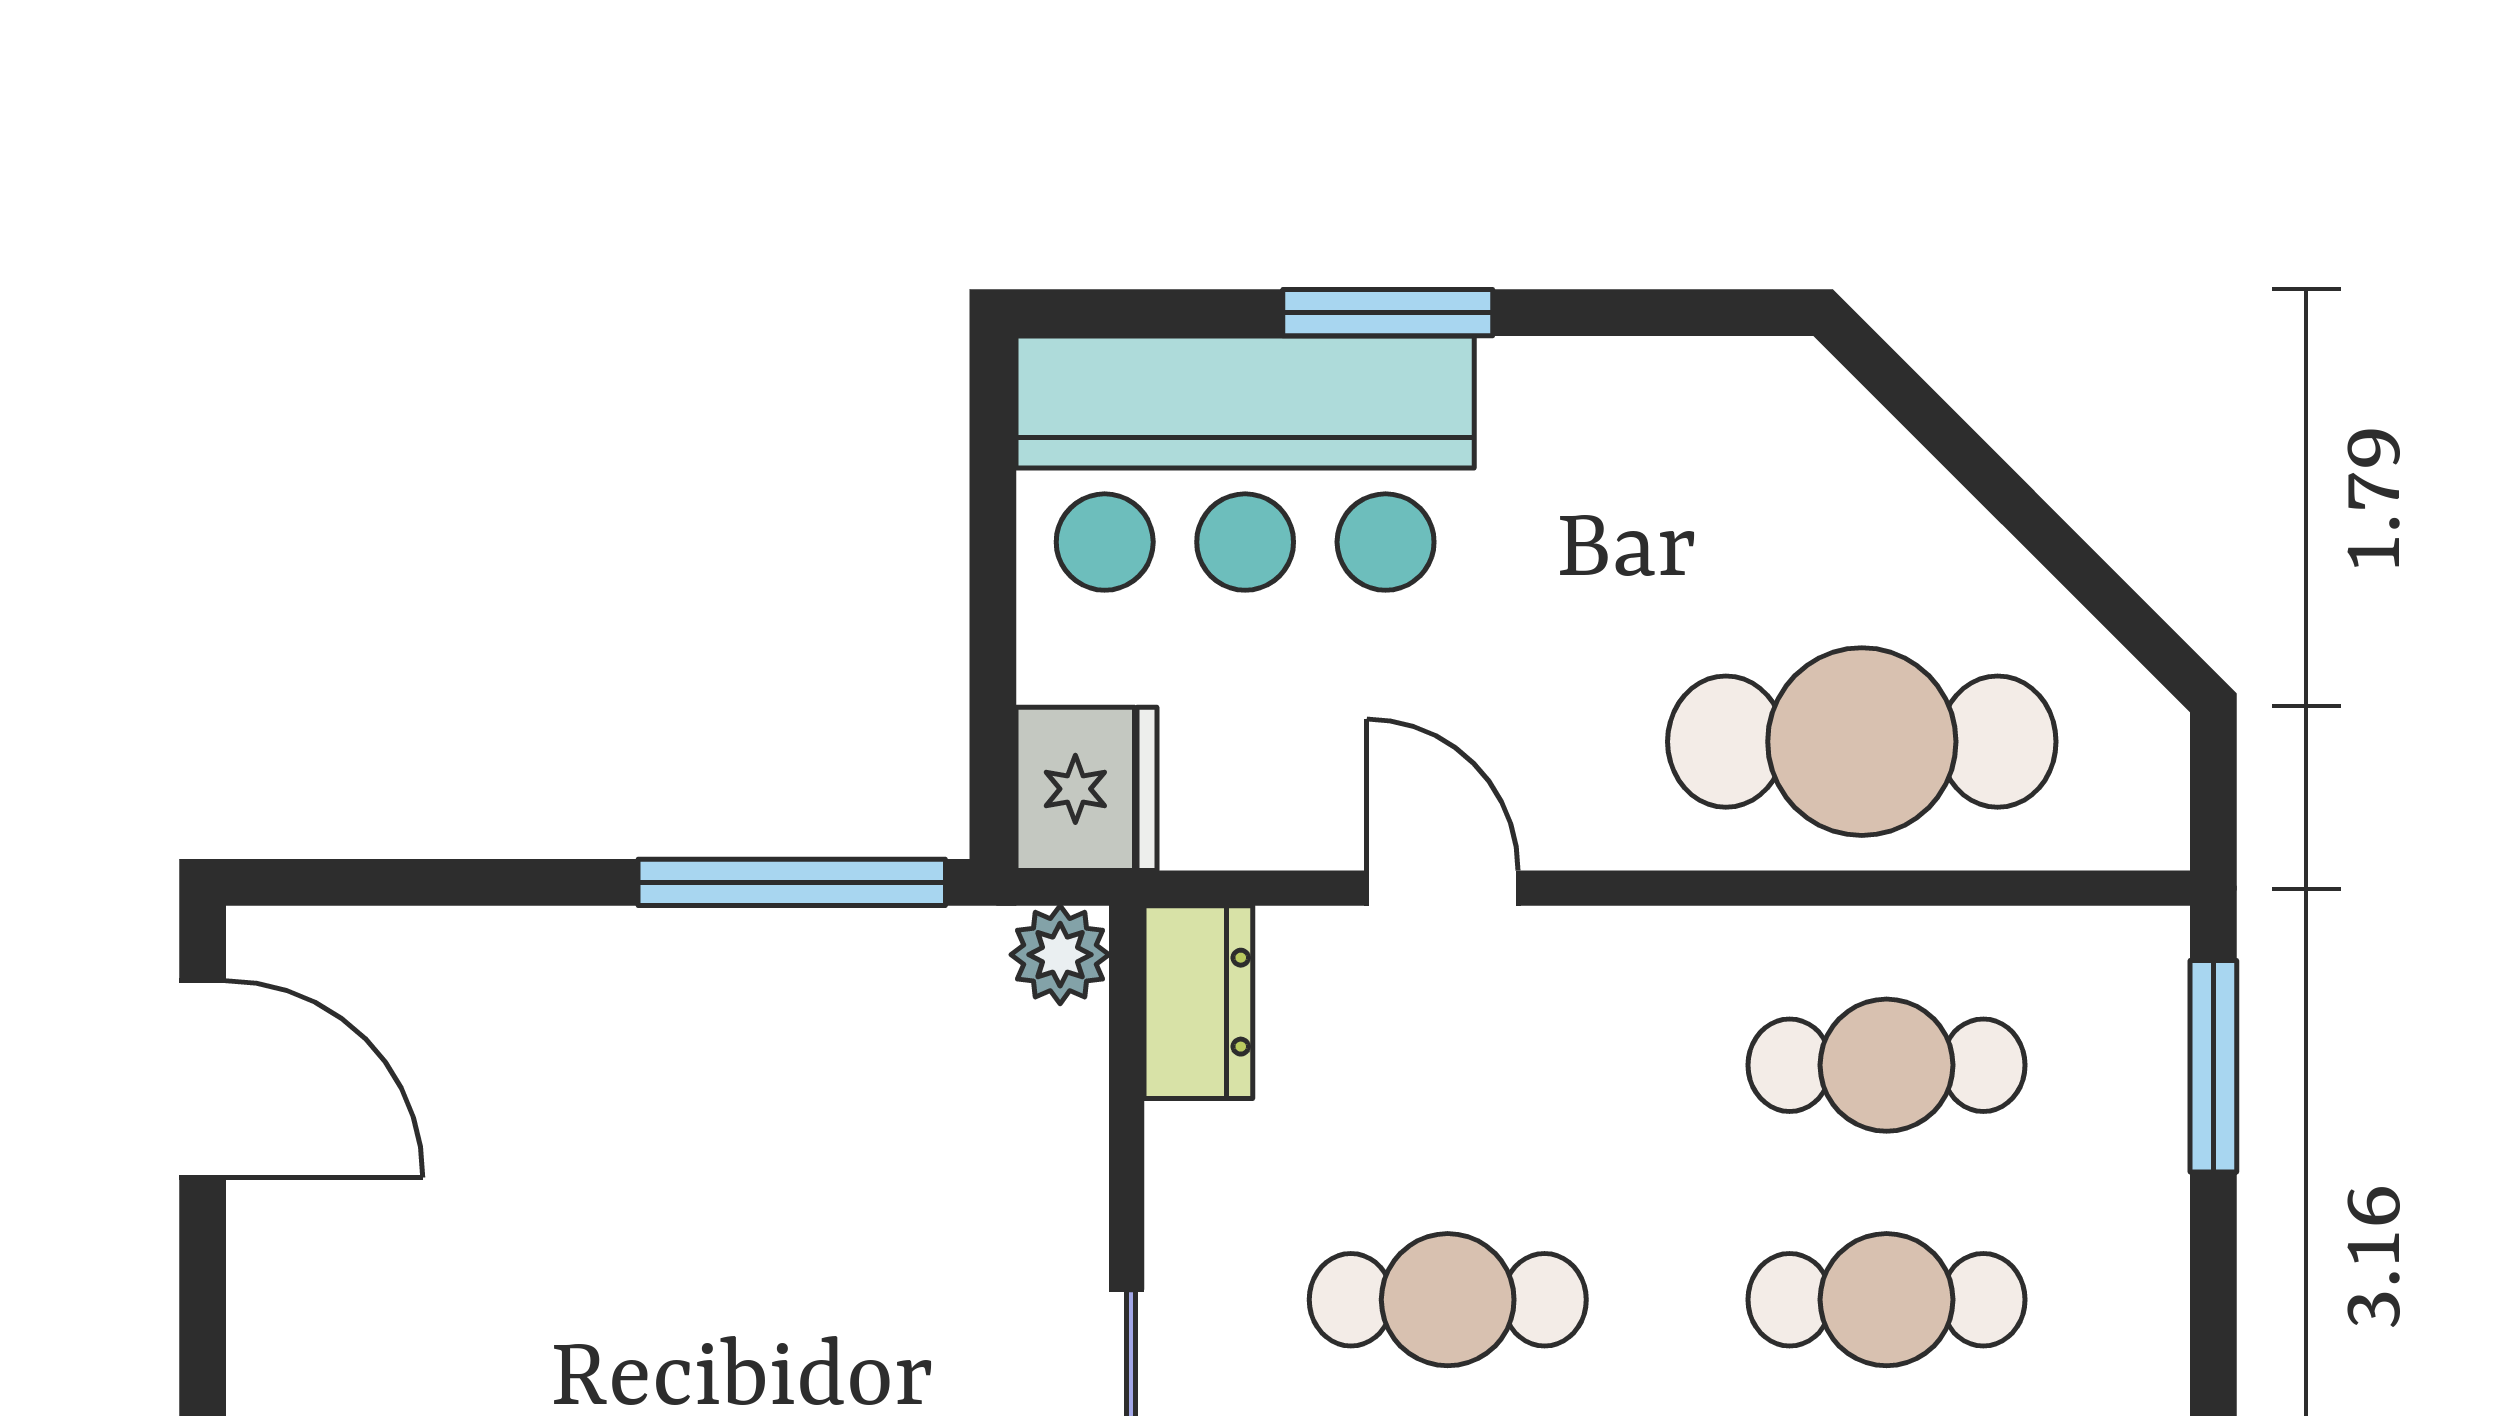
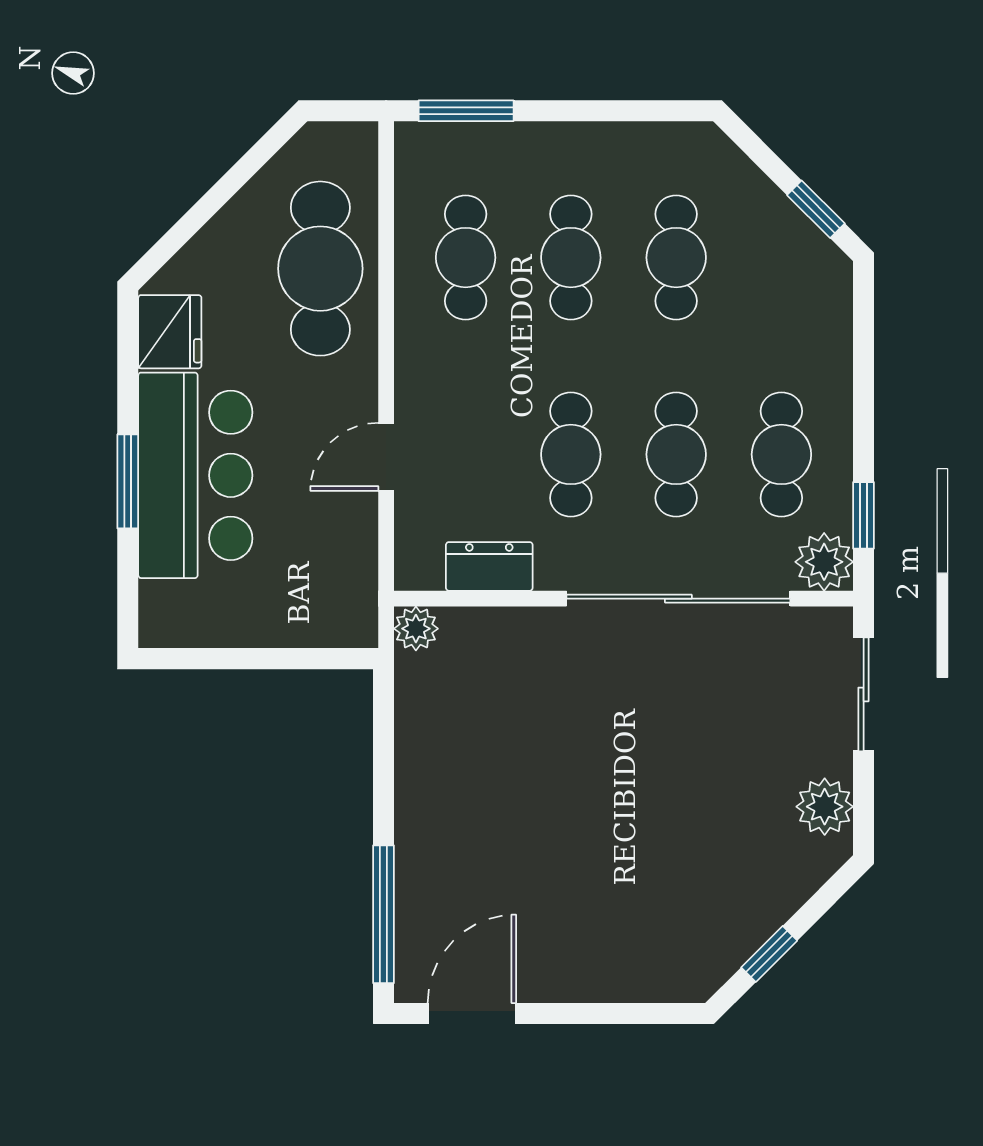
bar counter: (1245, 463) -> (195, 475), moved
fridge: (1087, 789) -> (170, 332), moved, turned 90
window: (792, 882) -> (383, 914), moved
dresser: (1198, 1002) -> (489, 566), moved

